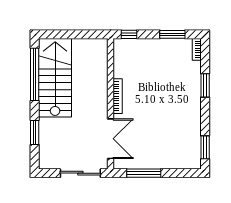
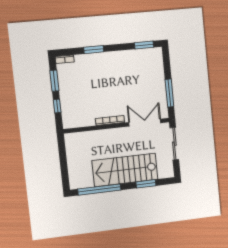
window: (129, 34) -> (57, 106), moved
stairs: (55, 78) -> (125, 170), moved

